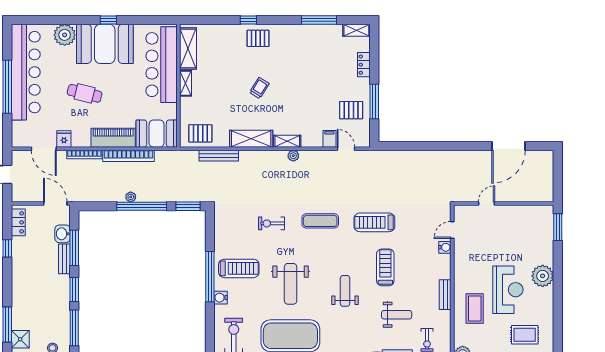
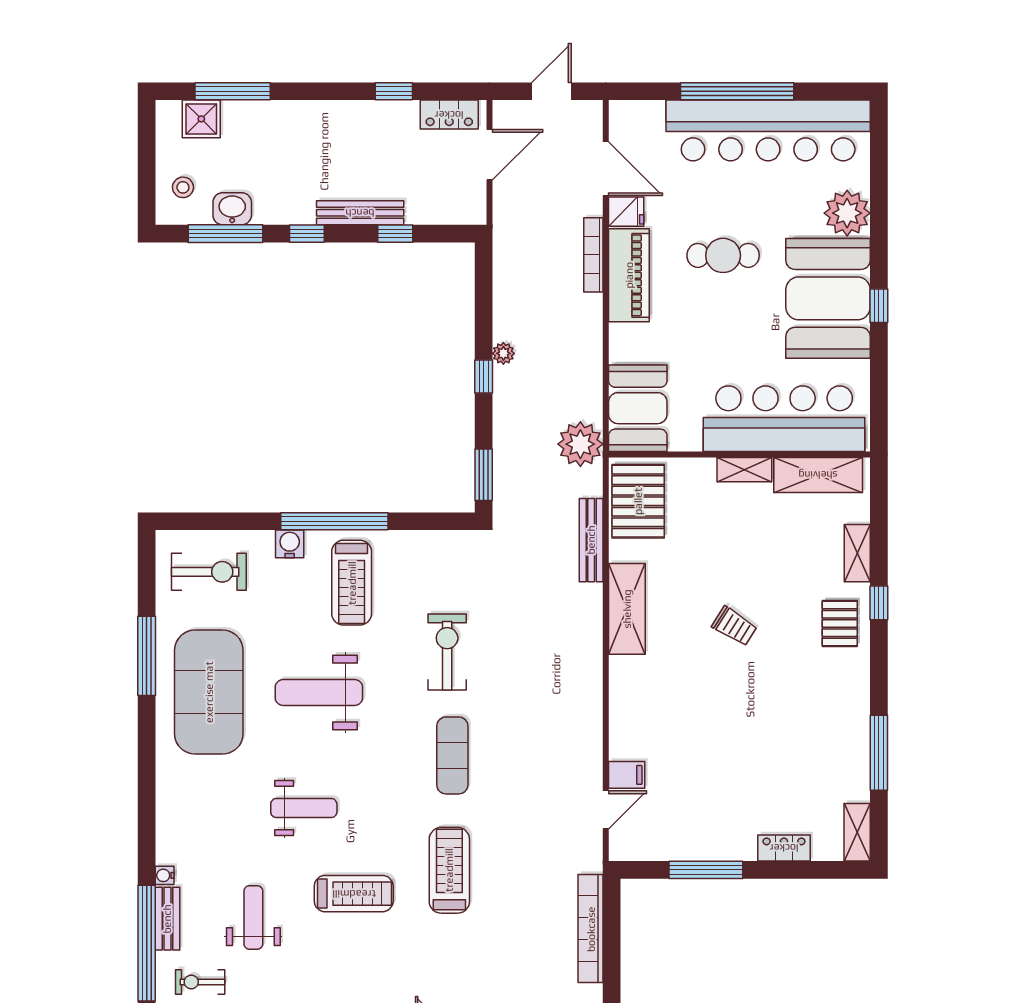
cafe table: (85, 93) -> (723, 255), turned 76
pallet: (351, 110) -> (687, 821), removed
pallet: (200, 133) -> (638, 501), width x1.50, depth x1.42
piano: (113, 138) -> (629, 275), moved
shelving: (287, 141) -> (857, 553), moved
door: (44, 149) -> (606, 169), swing flipped
bookcase: (128, 156) -> (591, 929), moved
plant: (293, 156) -> (580, 444), moved, width x1.88, depth x1.88
door: (55, 203) -> (490, 155), moved
window: (142, 206) -> (484, 376), width x0.32
exercise bike: (271, 223) -> (447, 652), width x1.38, depth x1.39
washbasin: (63, 234) -> (232, 209), moved
window: (74, 248) -> (395, 234), width x0.46
bench: (64, 259) -> (360, 213), width x1.36
window: (74, 290) -> (307, 234), width x0.67
weight bench: (397, 315) -> (253, 917), turned 180

